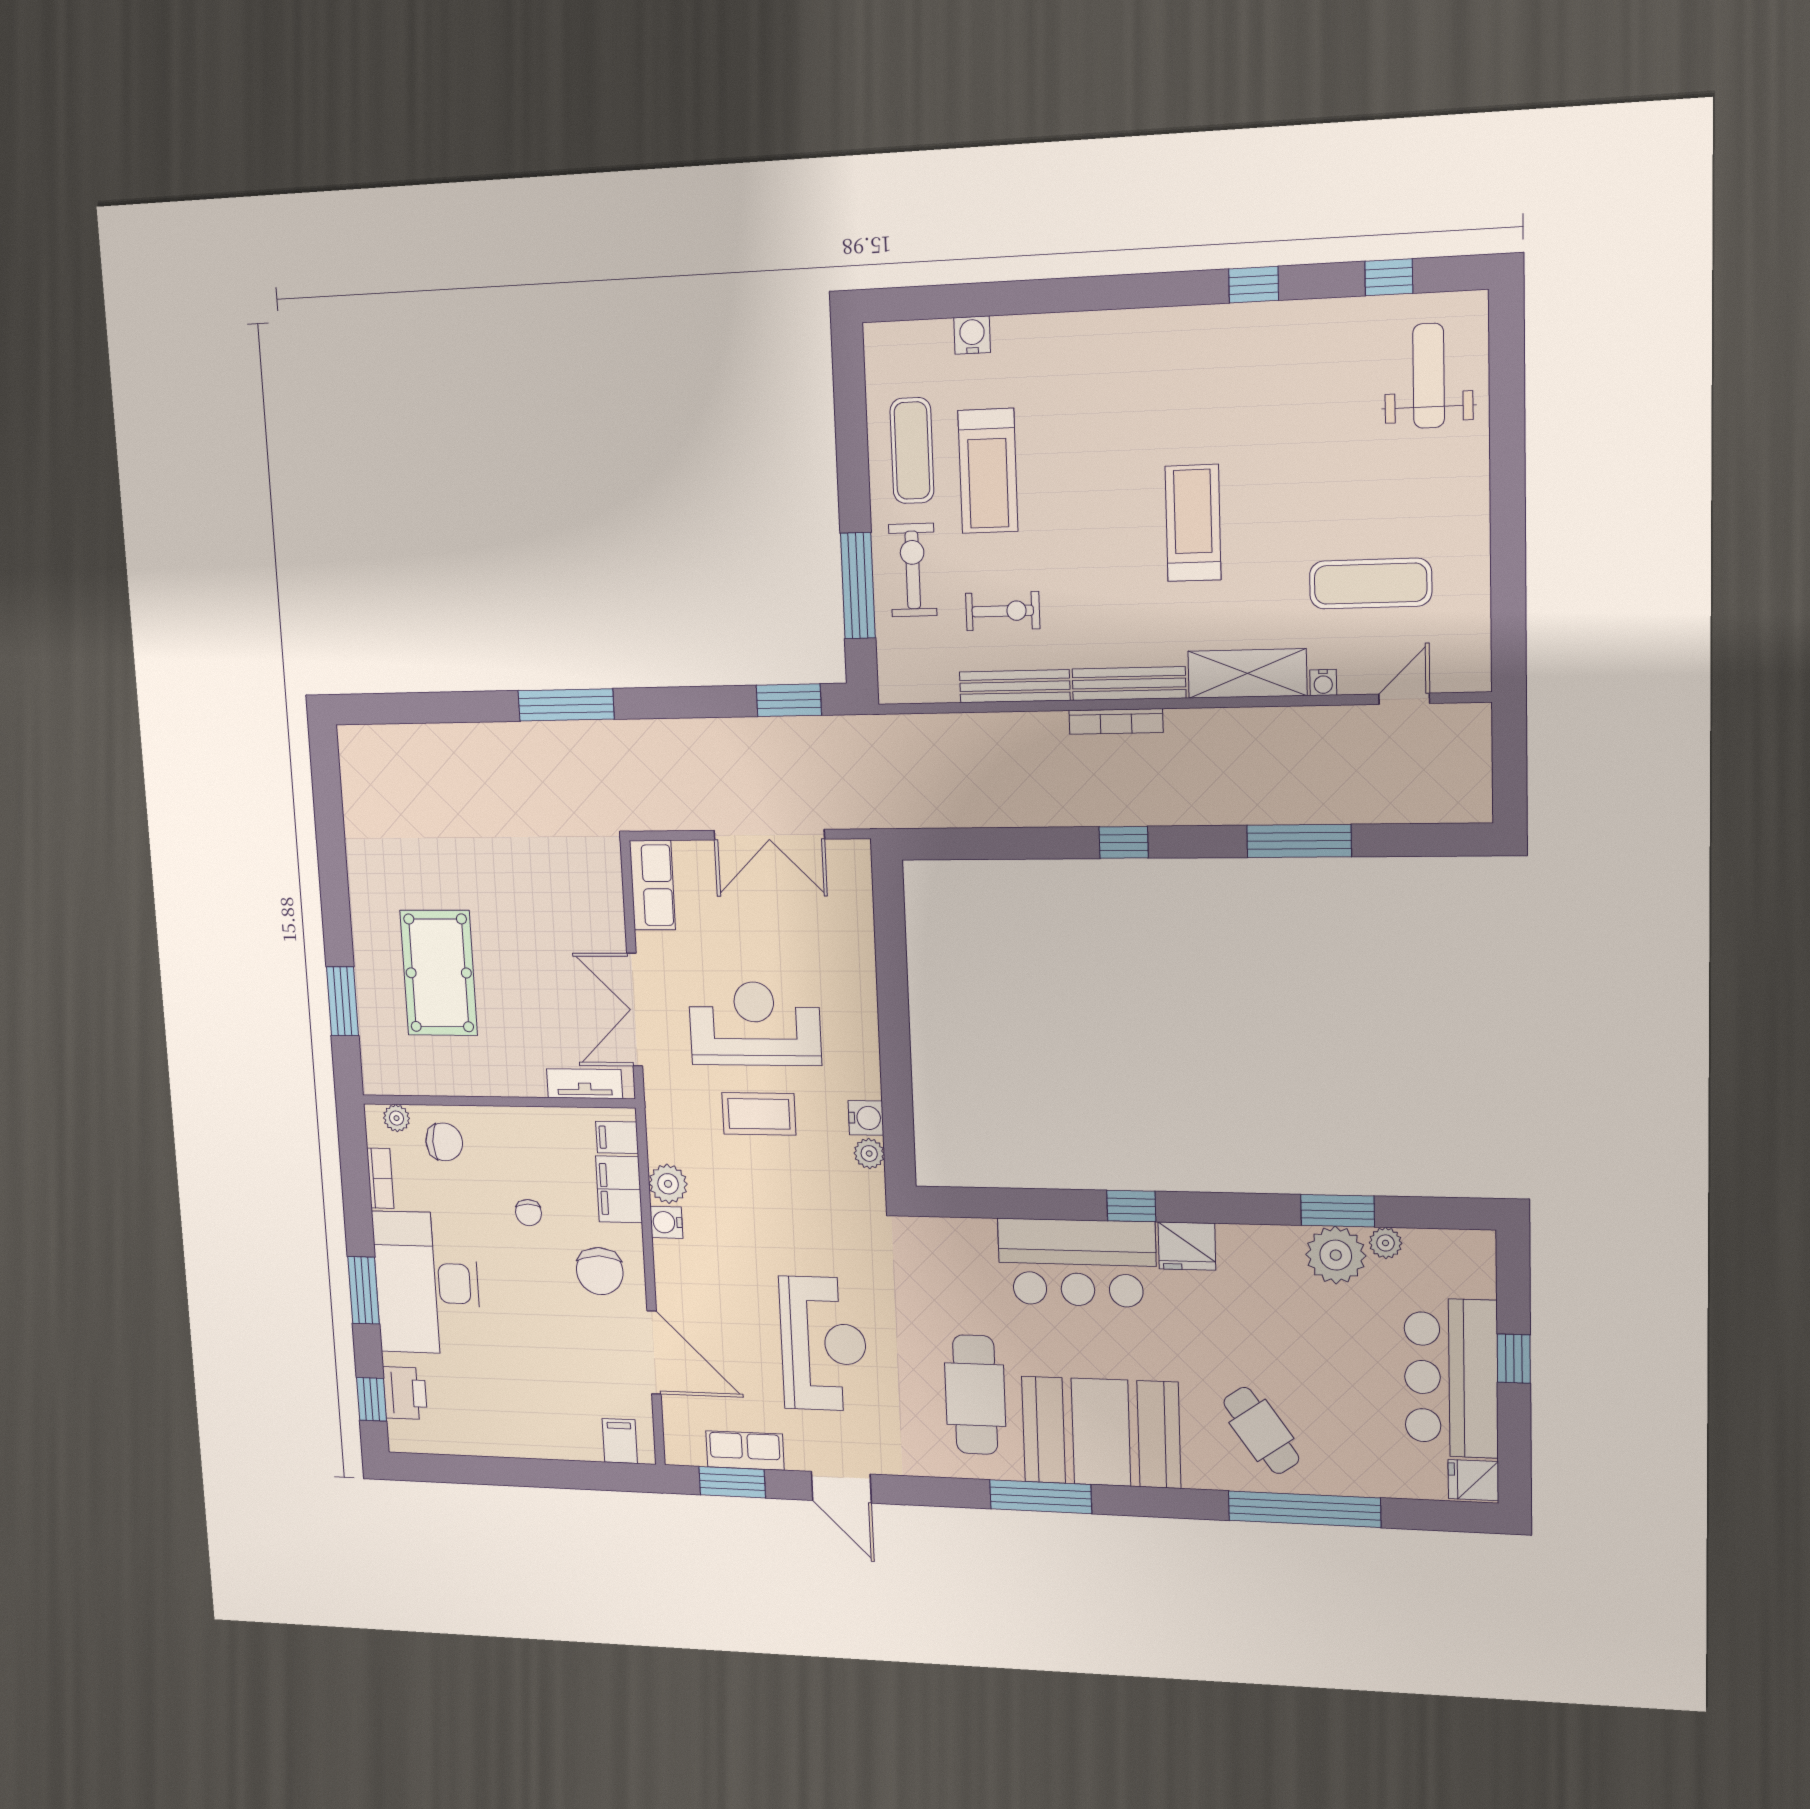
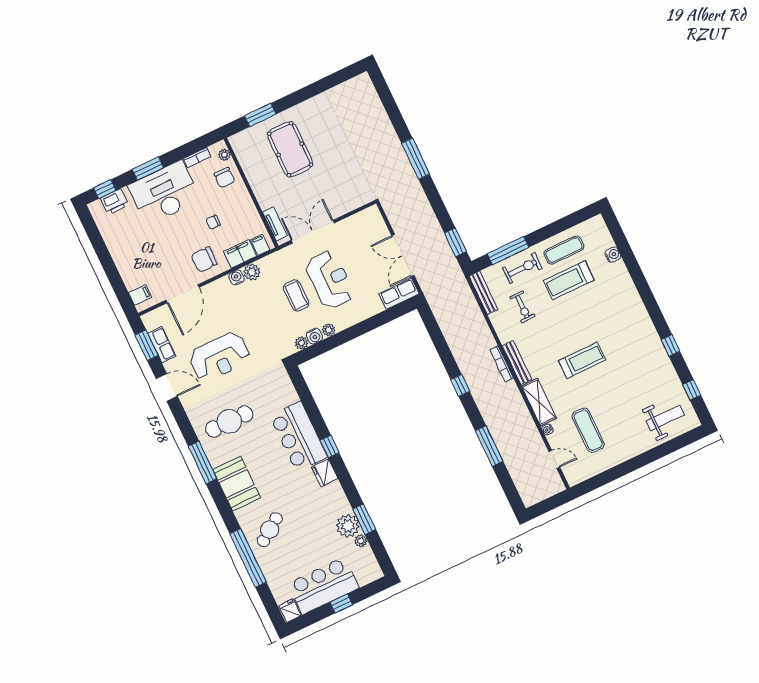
bench: (1015, 686) -> (484, 293), moved
row of seats: (652, 885) -> (399, 294), moved, turned 180
pool table: (439, 973) -> (290, 149), turned 90
plant: (866, 1080) -> (329, 330), added
booth: (1101, 1432) -> (237, 484), width x0.73, depth x0.70
door: (841, 1487) -> (167, 387), swing flipped

